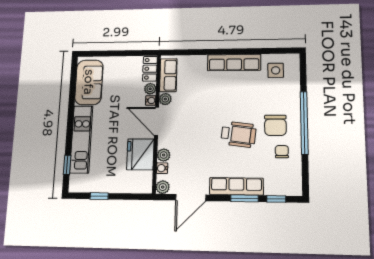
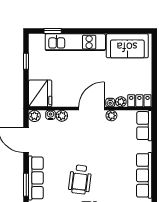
row of seats: (168, 75) -> (144, 126), moved, turned 90
fridge: (140, 154) -> (40, 93), moved, turned 90

